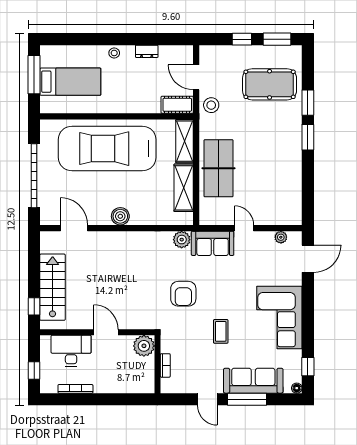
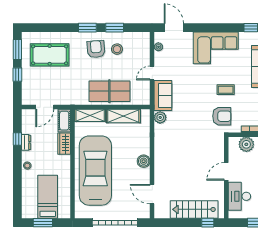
window: (151, 39) -> (17, 139), added
window: (34, 75) -> (43, 223), width x0.69
pool table: (270, 84) -> (50, 55), turned 90
window: (308, 103) -> (115, 28), moved
wardrobe: (145, 105) -> (64, 144), added
stool: (211, 105) -> (117, 49), moved
car: (107, 149) -> (95, 171), turned 180
armchair: (278, 149) -> (96, 49), added
door: (74, 228) -> (152, 194), hinge flipped
armchair: (183, 294) -> (222, 116), moved
plant: (144, 346) -> (246, 144), moved

